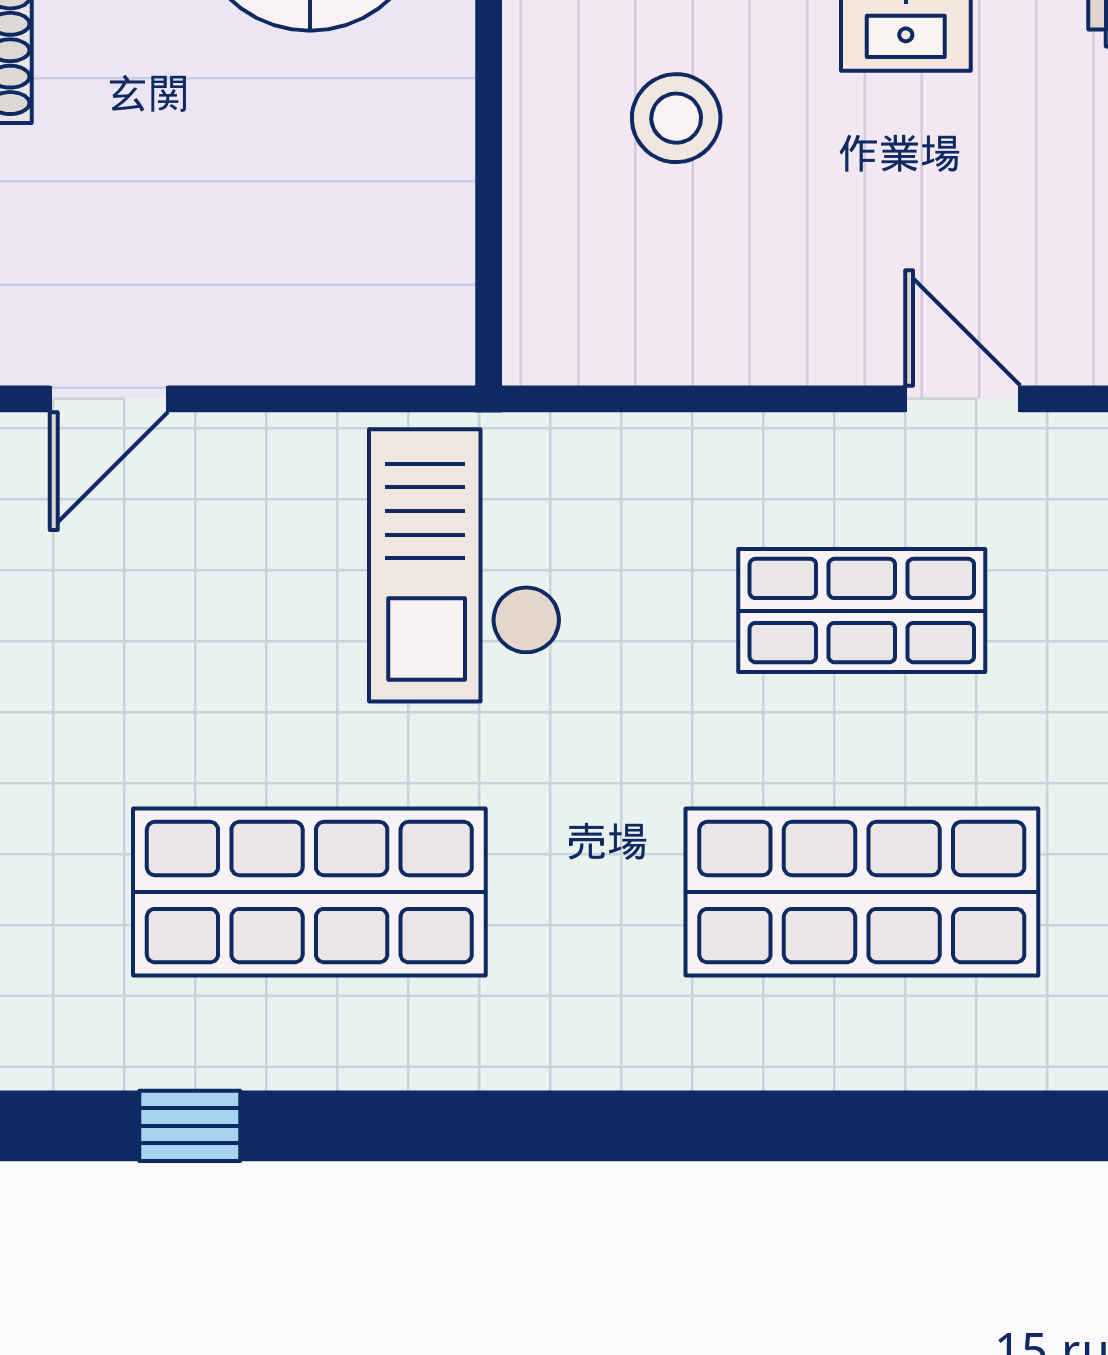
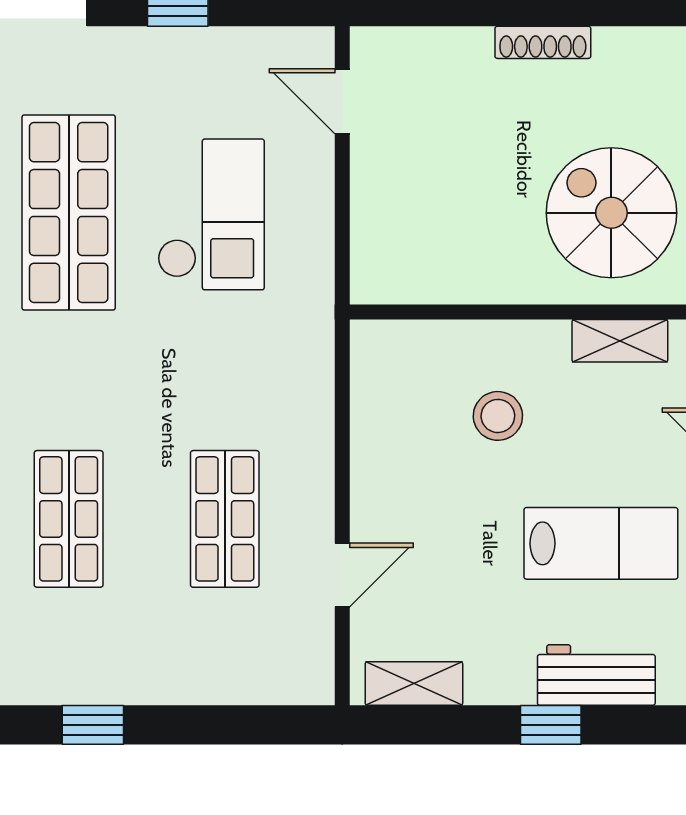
checkout: (465, 565) -> (211, 214), moved, turned 90
shop shelf: (862, 892) -> (69, 519), width x0.70, depth x0.74

